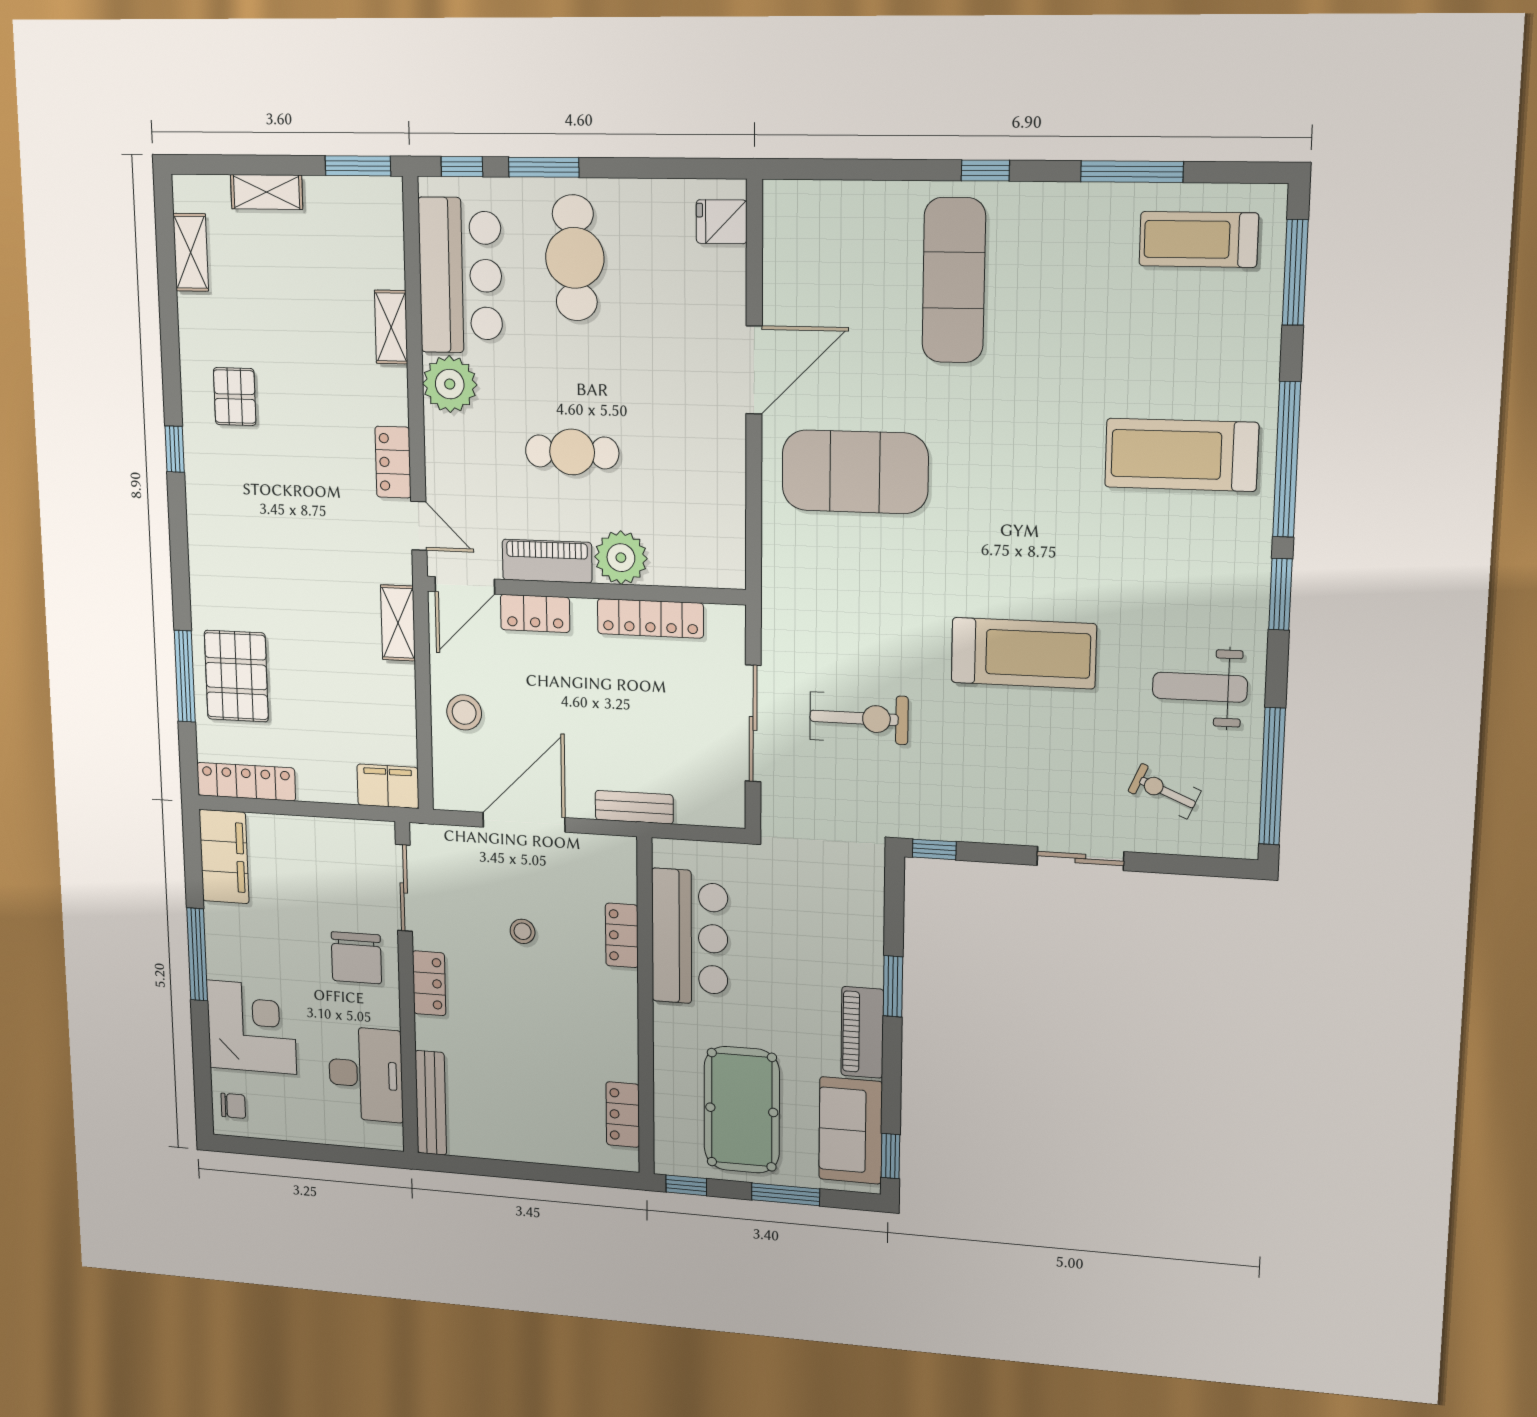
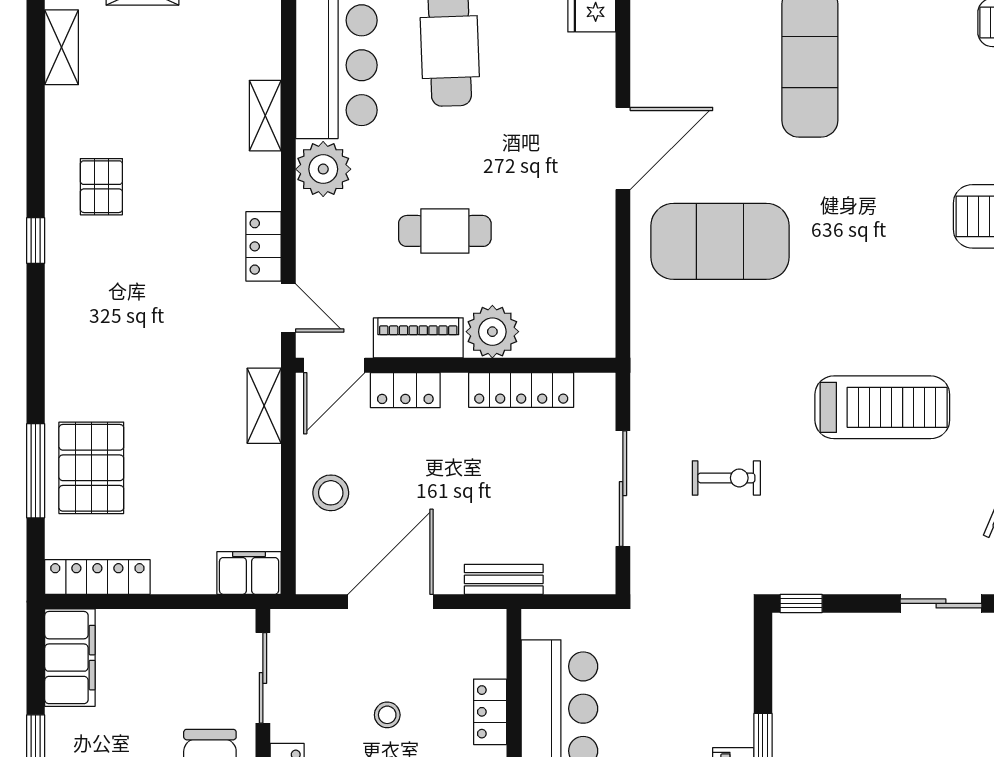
exercise bike: (859, 718) -> (726, 478), width x0.73, depth x0.72

